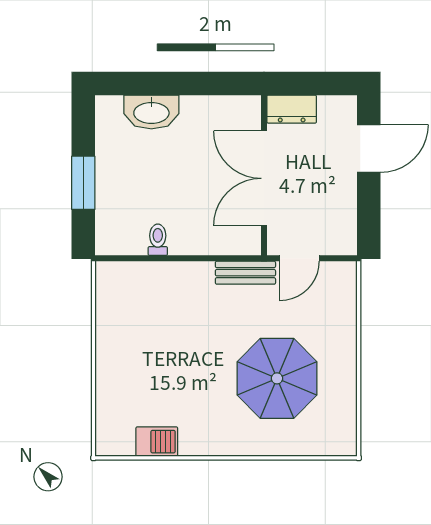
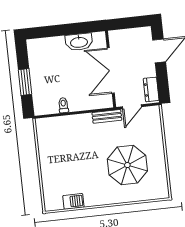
dresser: (292, 109) -> (151, 89), moved, turned 90
washbasin: (151, 112) -> (79, 42), moved

